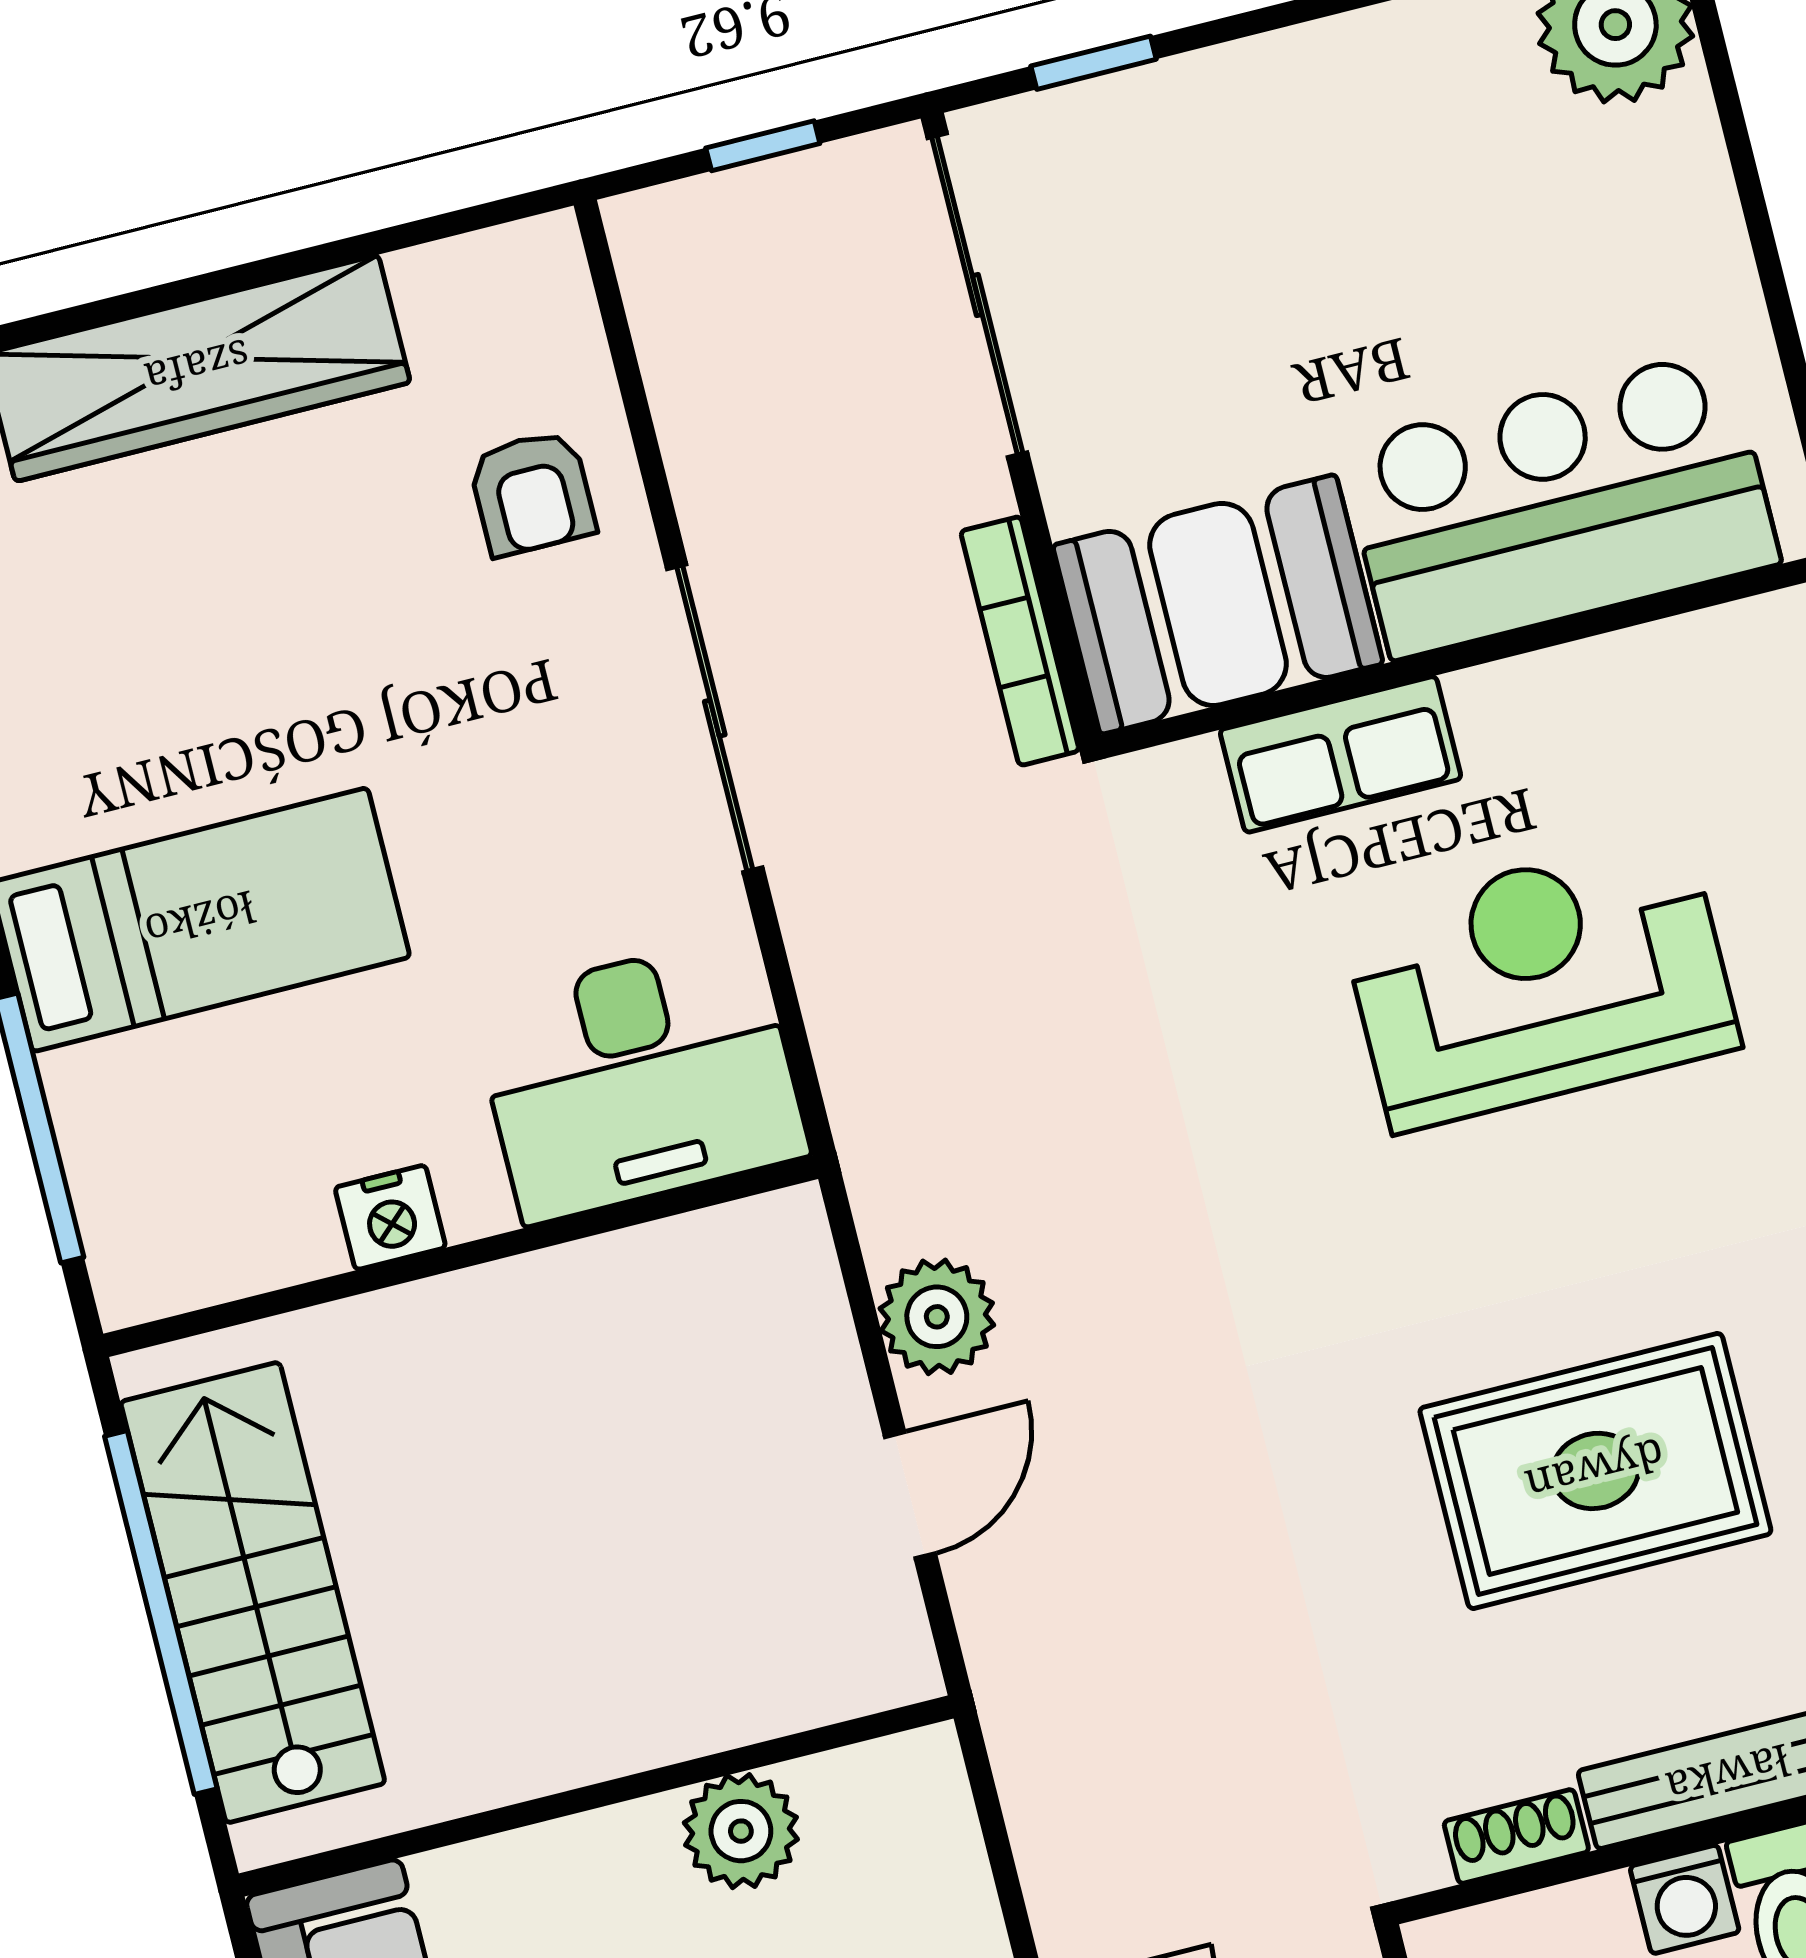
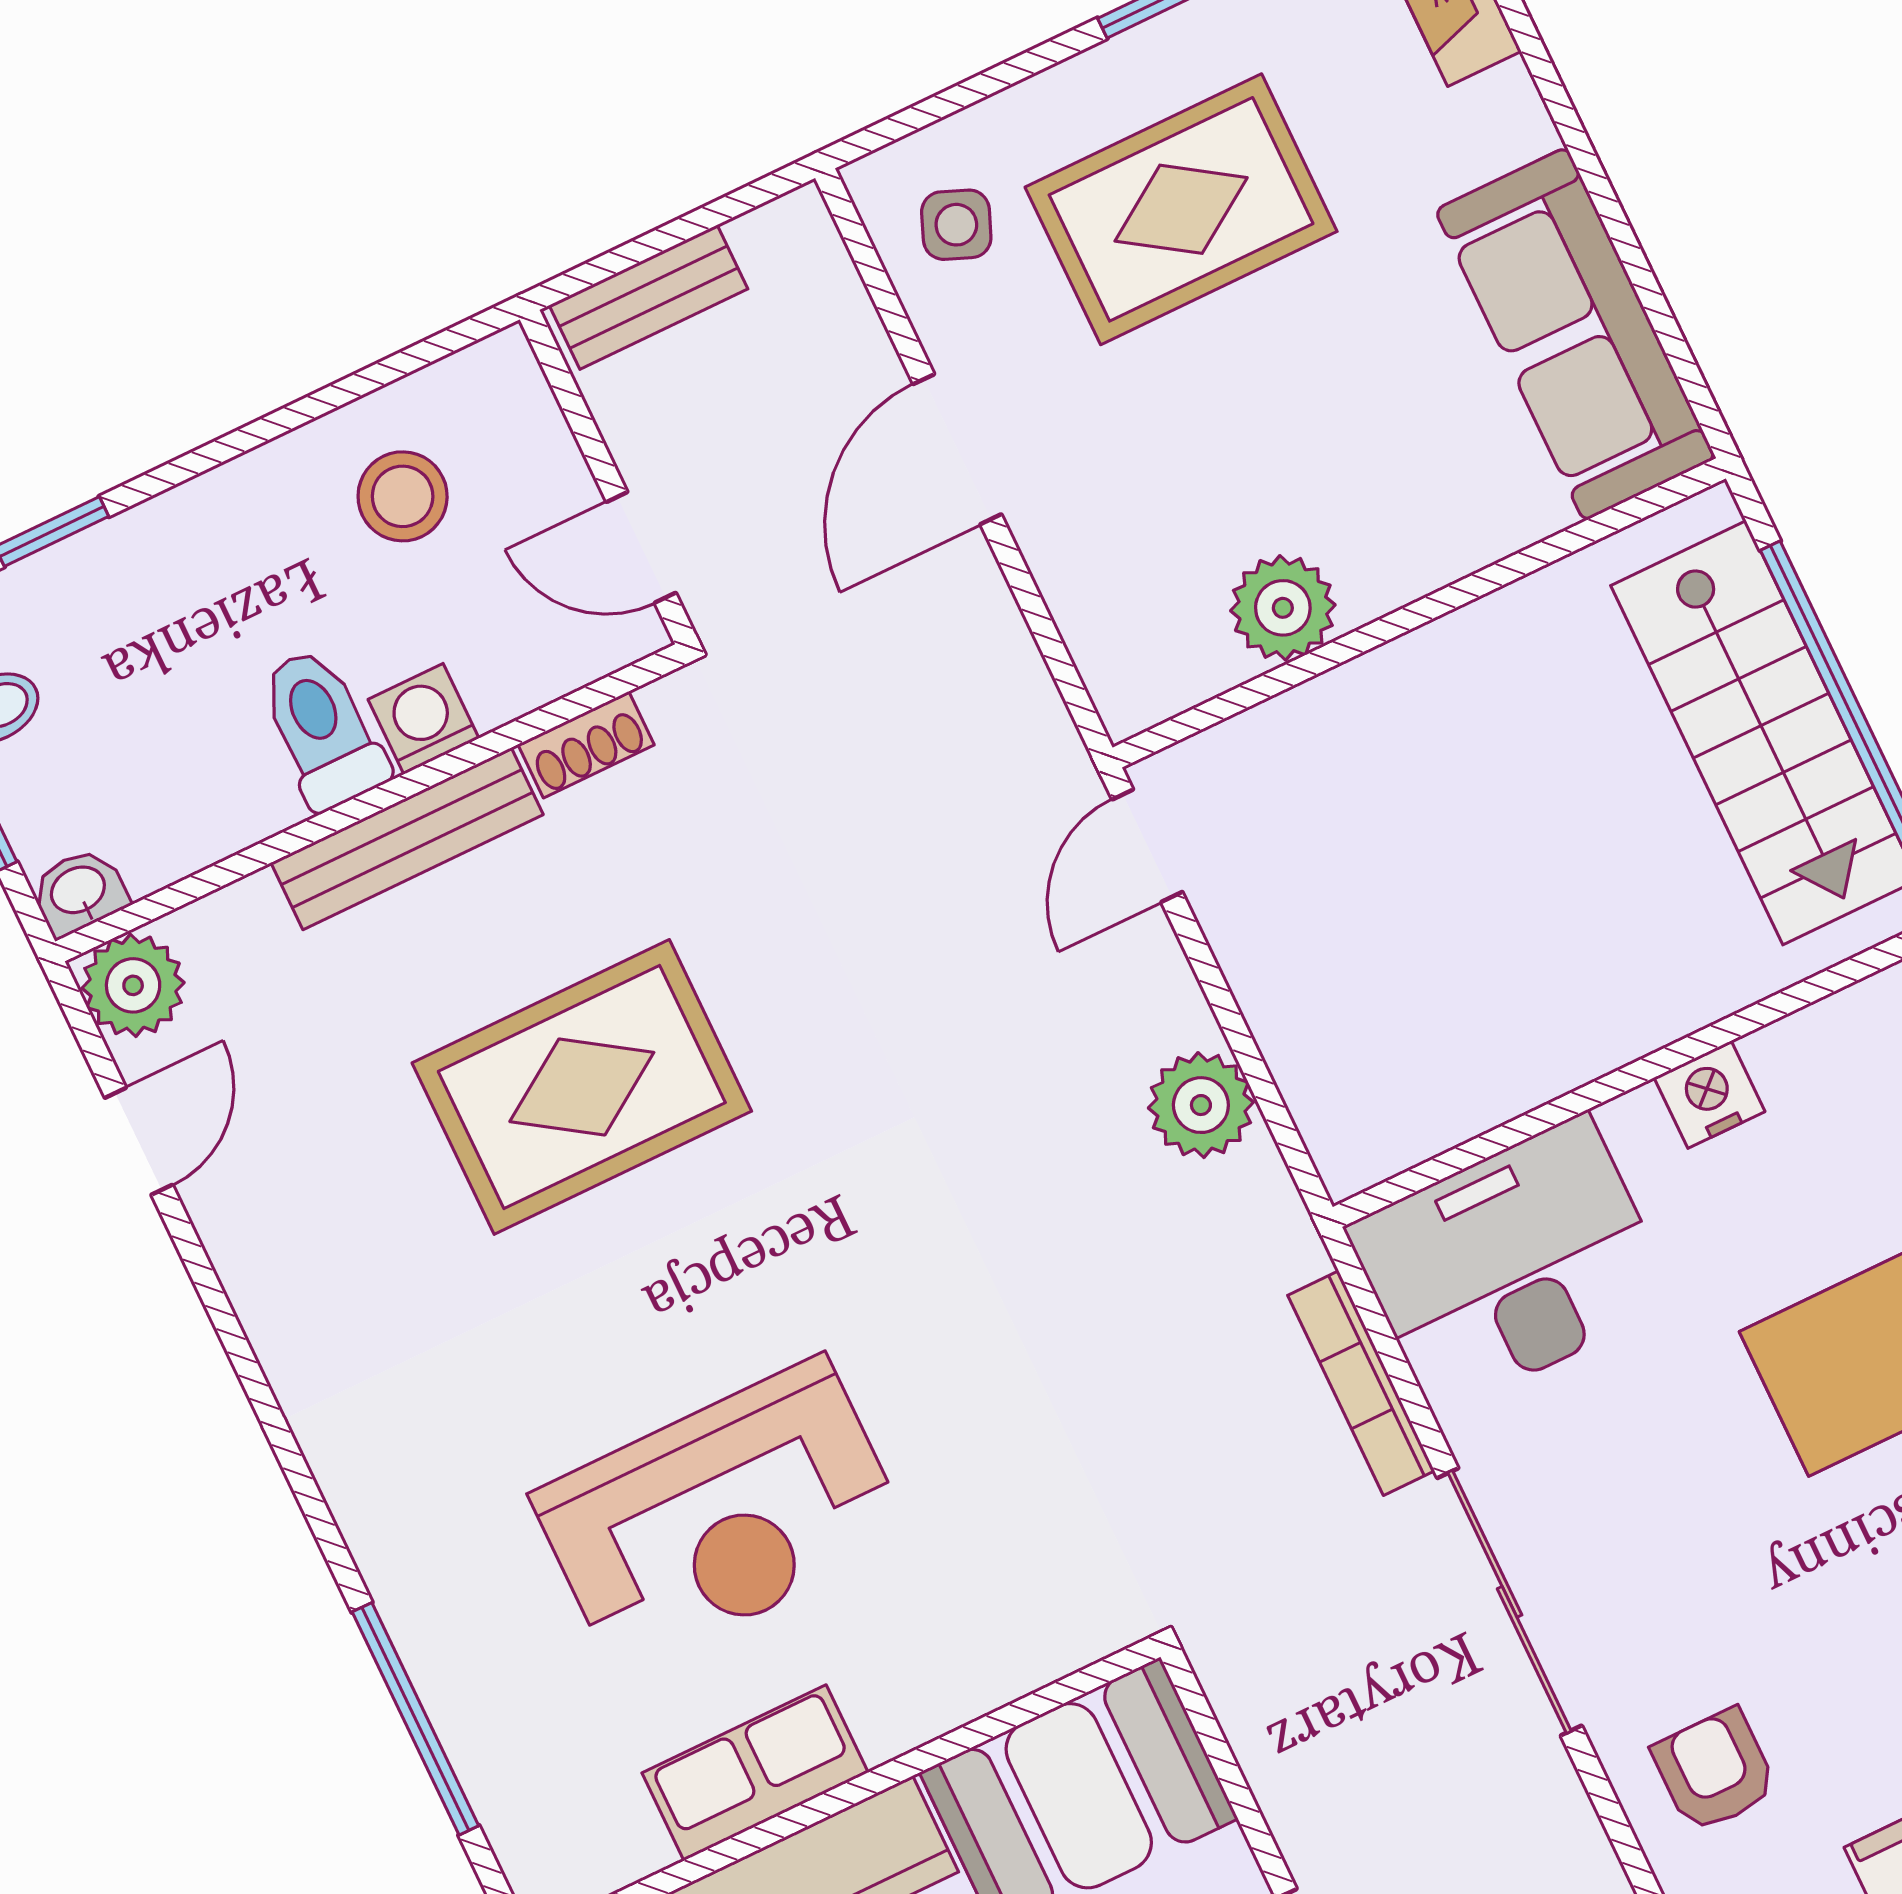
bookcase: (1020, 641) -> (1361, 1383), moved, turned 180
row of seats: (1341, 754) -> (755, 1773), moved
door: (910, 1495) -> (1147, 846), moved

